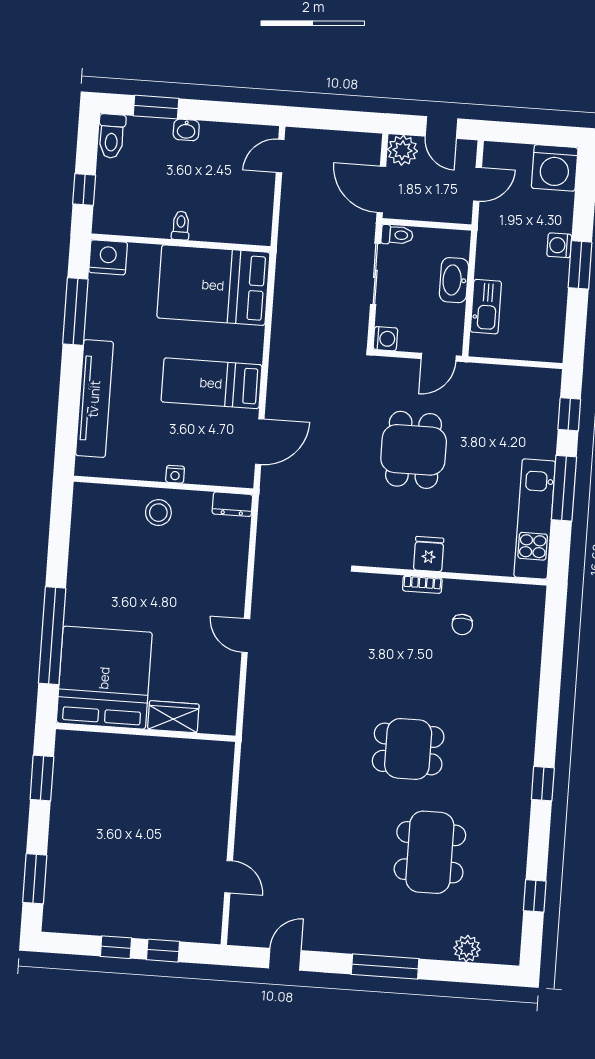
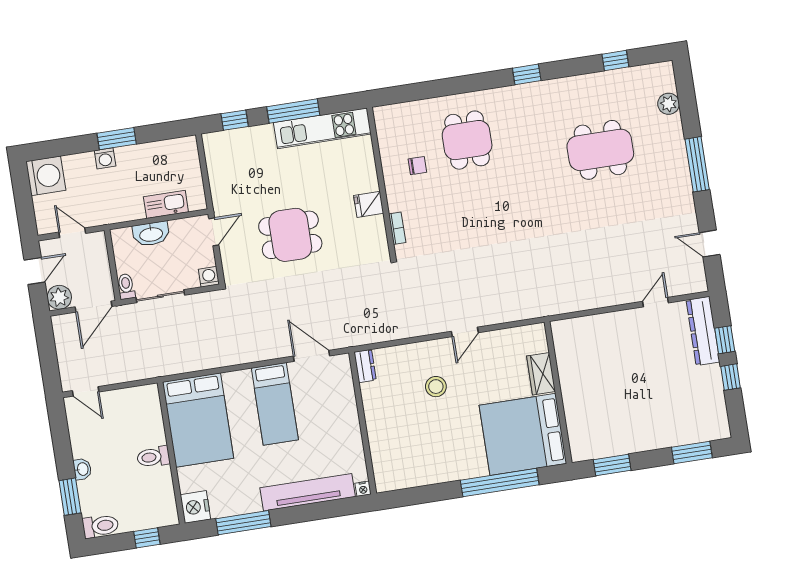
toilet: (181, 226) -> (153, 457), width x1.37, depth x1.39
door: (439, 357) -> (214, 232), hinge flipped
nightstand: (175, 474) -> (363, 489), moved, turned 90
stool: (158, 513) -> (436, 387), moved
bookcase: (422, 584) -> (397, 228), moved
dining table: (408, 749) -> (467, 140), moved
dresser: (180, 926) -> (703, 331), added

